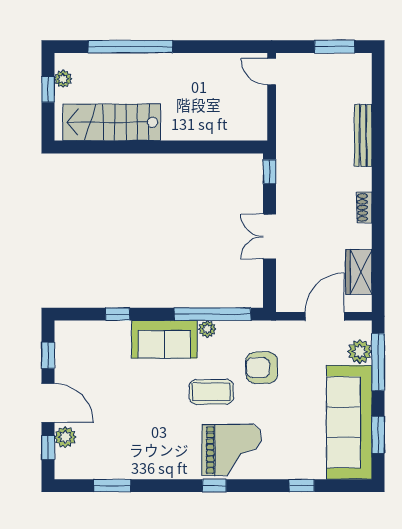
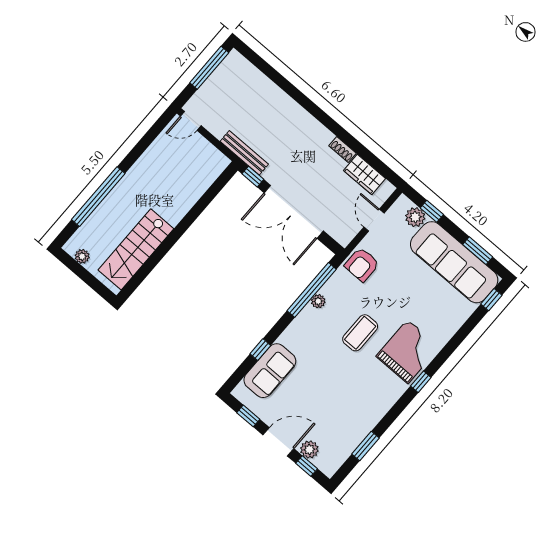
window: (335, 47) -> (209, 68), width x1.44
window: (48, 89) -> (81, 272), removed
bench: (363, 135) -> (244, 153), moved
shoe rack: (364, 207) -> (343, 150), moved
double door: (270, 237) -> (294, 212), width x1.87
door: (325, 316) -> (374, 220), width x0.73
sofa: (164, 339) -> (270, 371), moved
window: (378, 362) -> (432, 211), width x0.46
armchair: (262, 368) -> (362, 265), moved
window: (302, 486) -> (491, 300), moved

